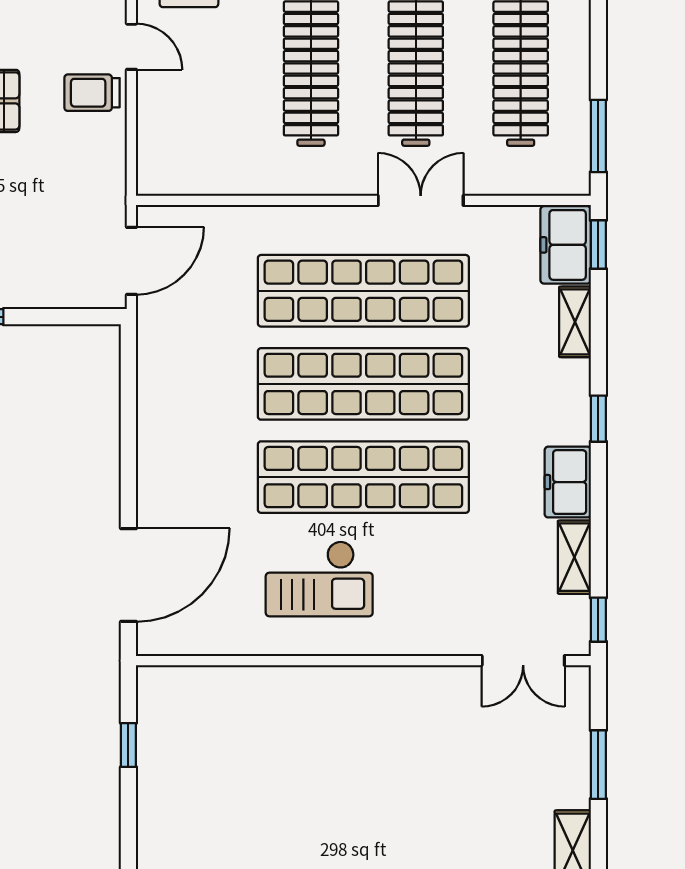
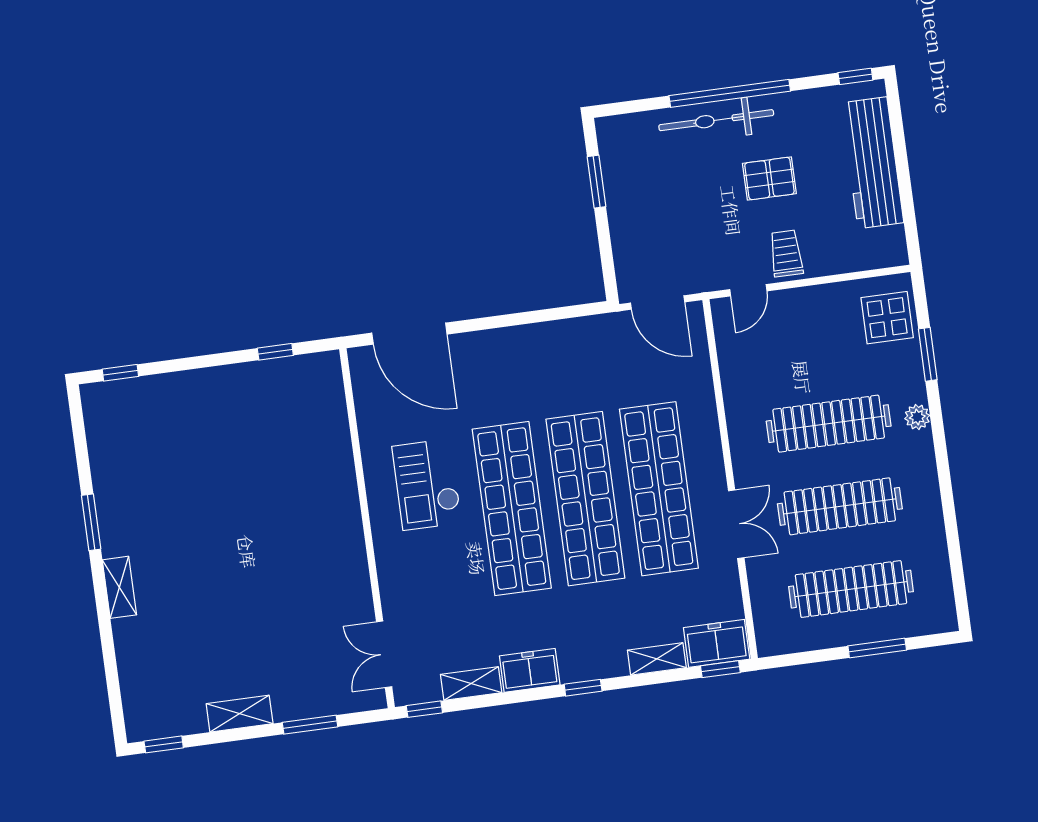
door: (131, 47) -> (748, 290), moved
window: (598, 136) -> (877, 648), moved

